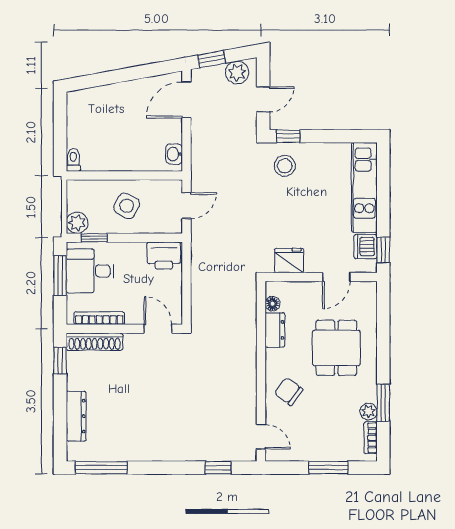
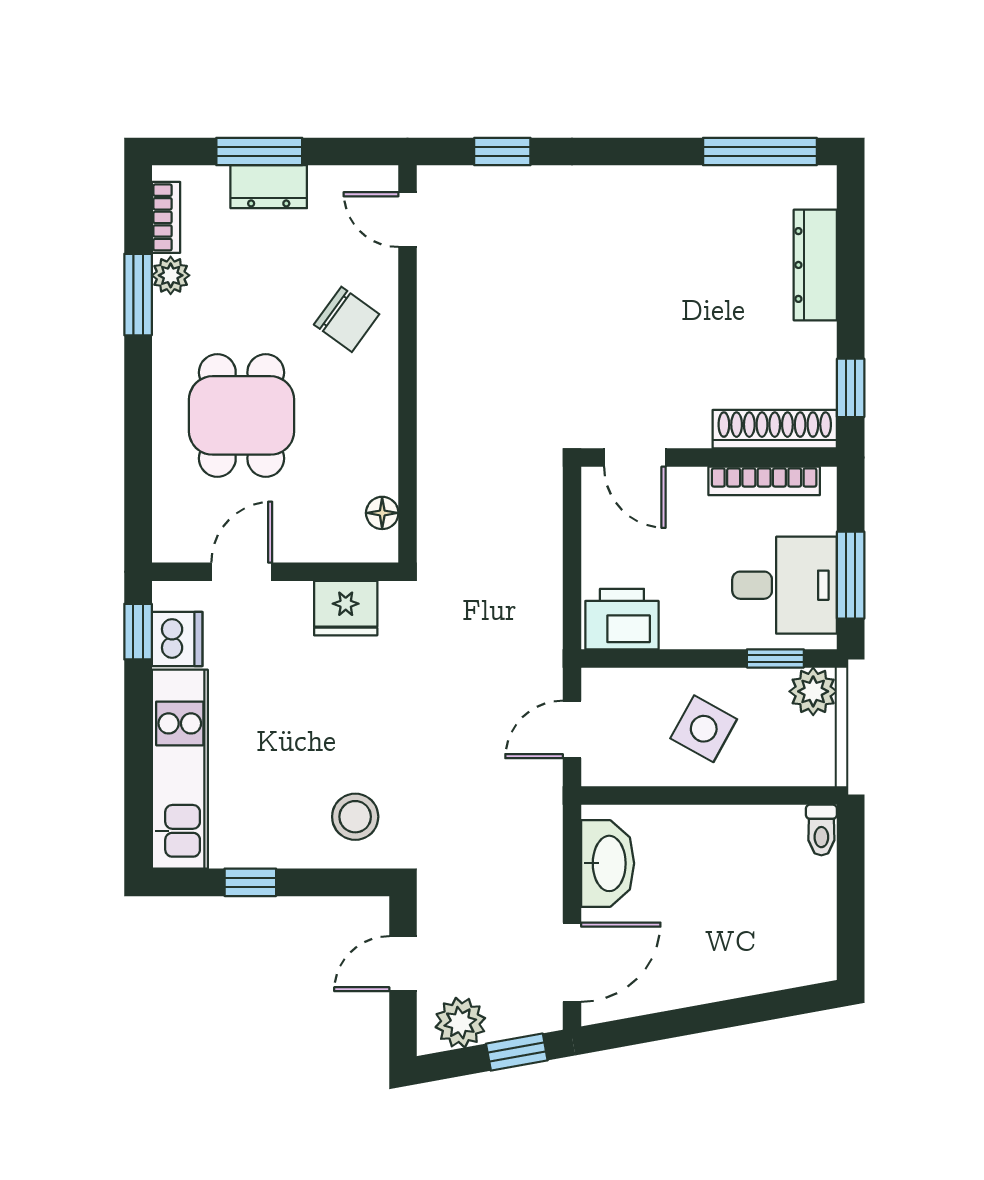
window: (288, 136) -> (250, 882), moved
washbasin: (174, 154) -> (608, 863), width x1.91, depth x1.45
dresser: (275, 330) -> (269, 187), moved, turned -90

